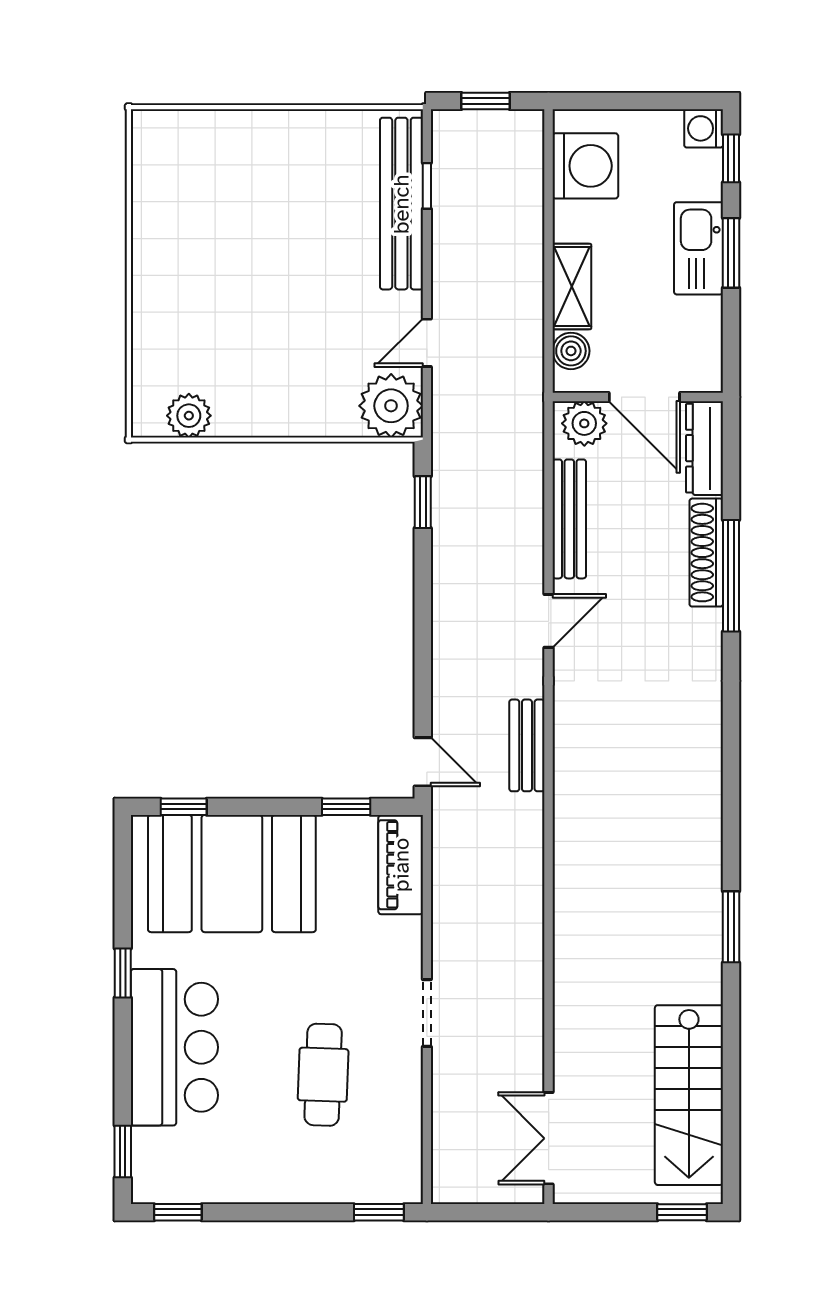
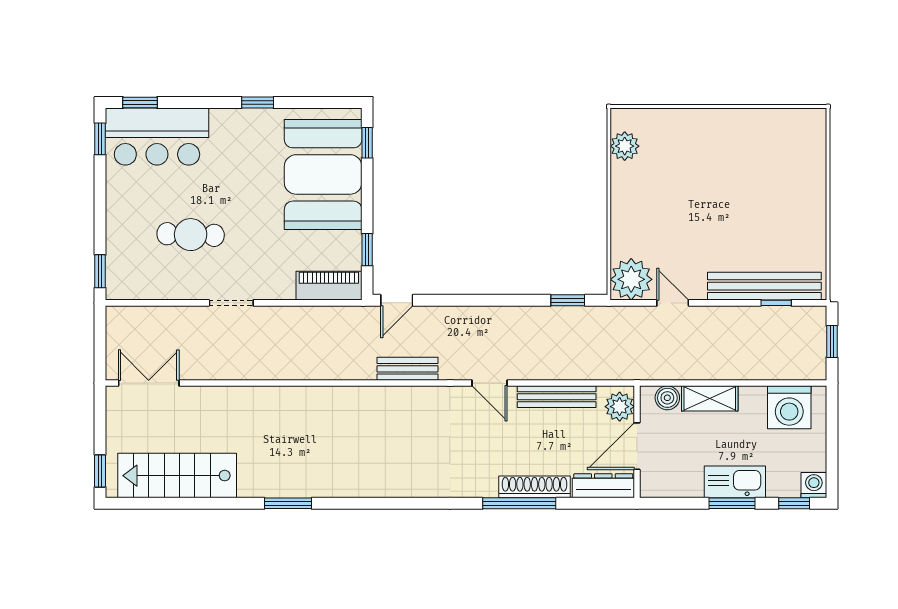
bar counter: (174, 1047) -> (157, 137), moved

